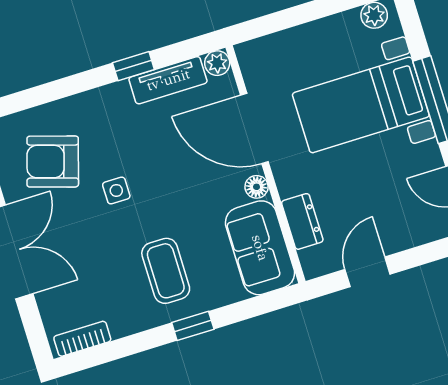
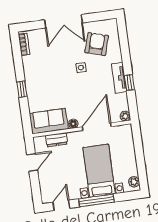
tv unit: (168, 80) -> (119, 78), moved
coffee table: (166, 271) -> (46, 82), removed
door: (368, 272) -> (32, 162), hinge flipped

